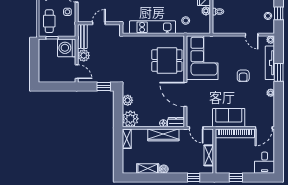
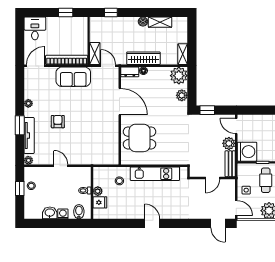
door: (252, 35) -> (61, 166), moved
corner sofa: (202, 58) -> (102, 141), removed
shelving: (209, 155) -> (95, 53), moved

